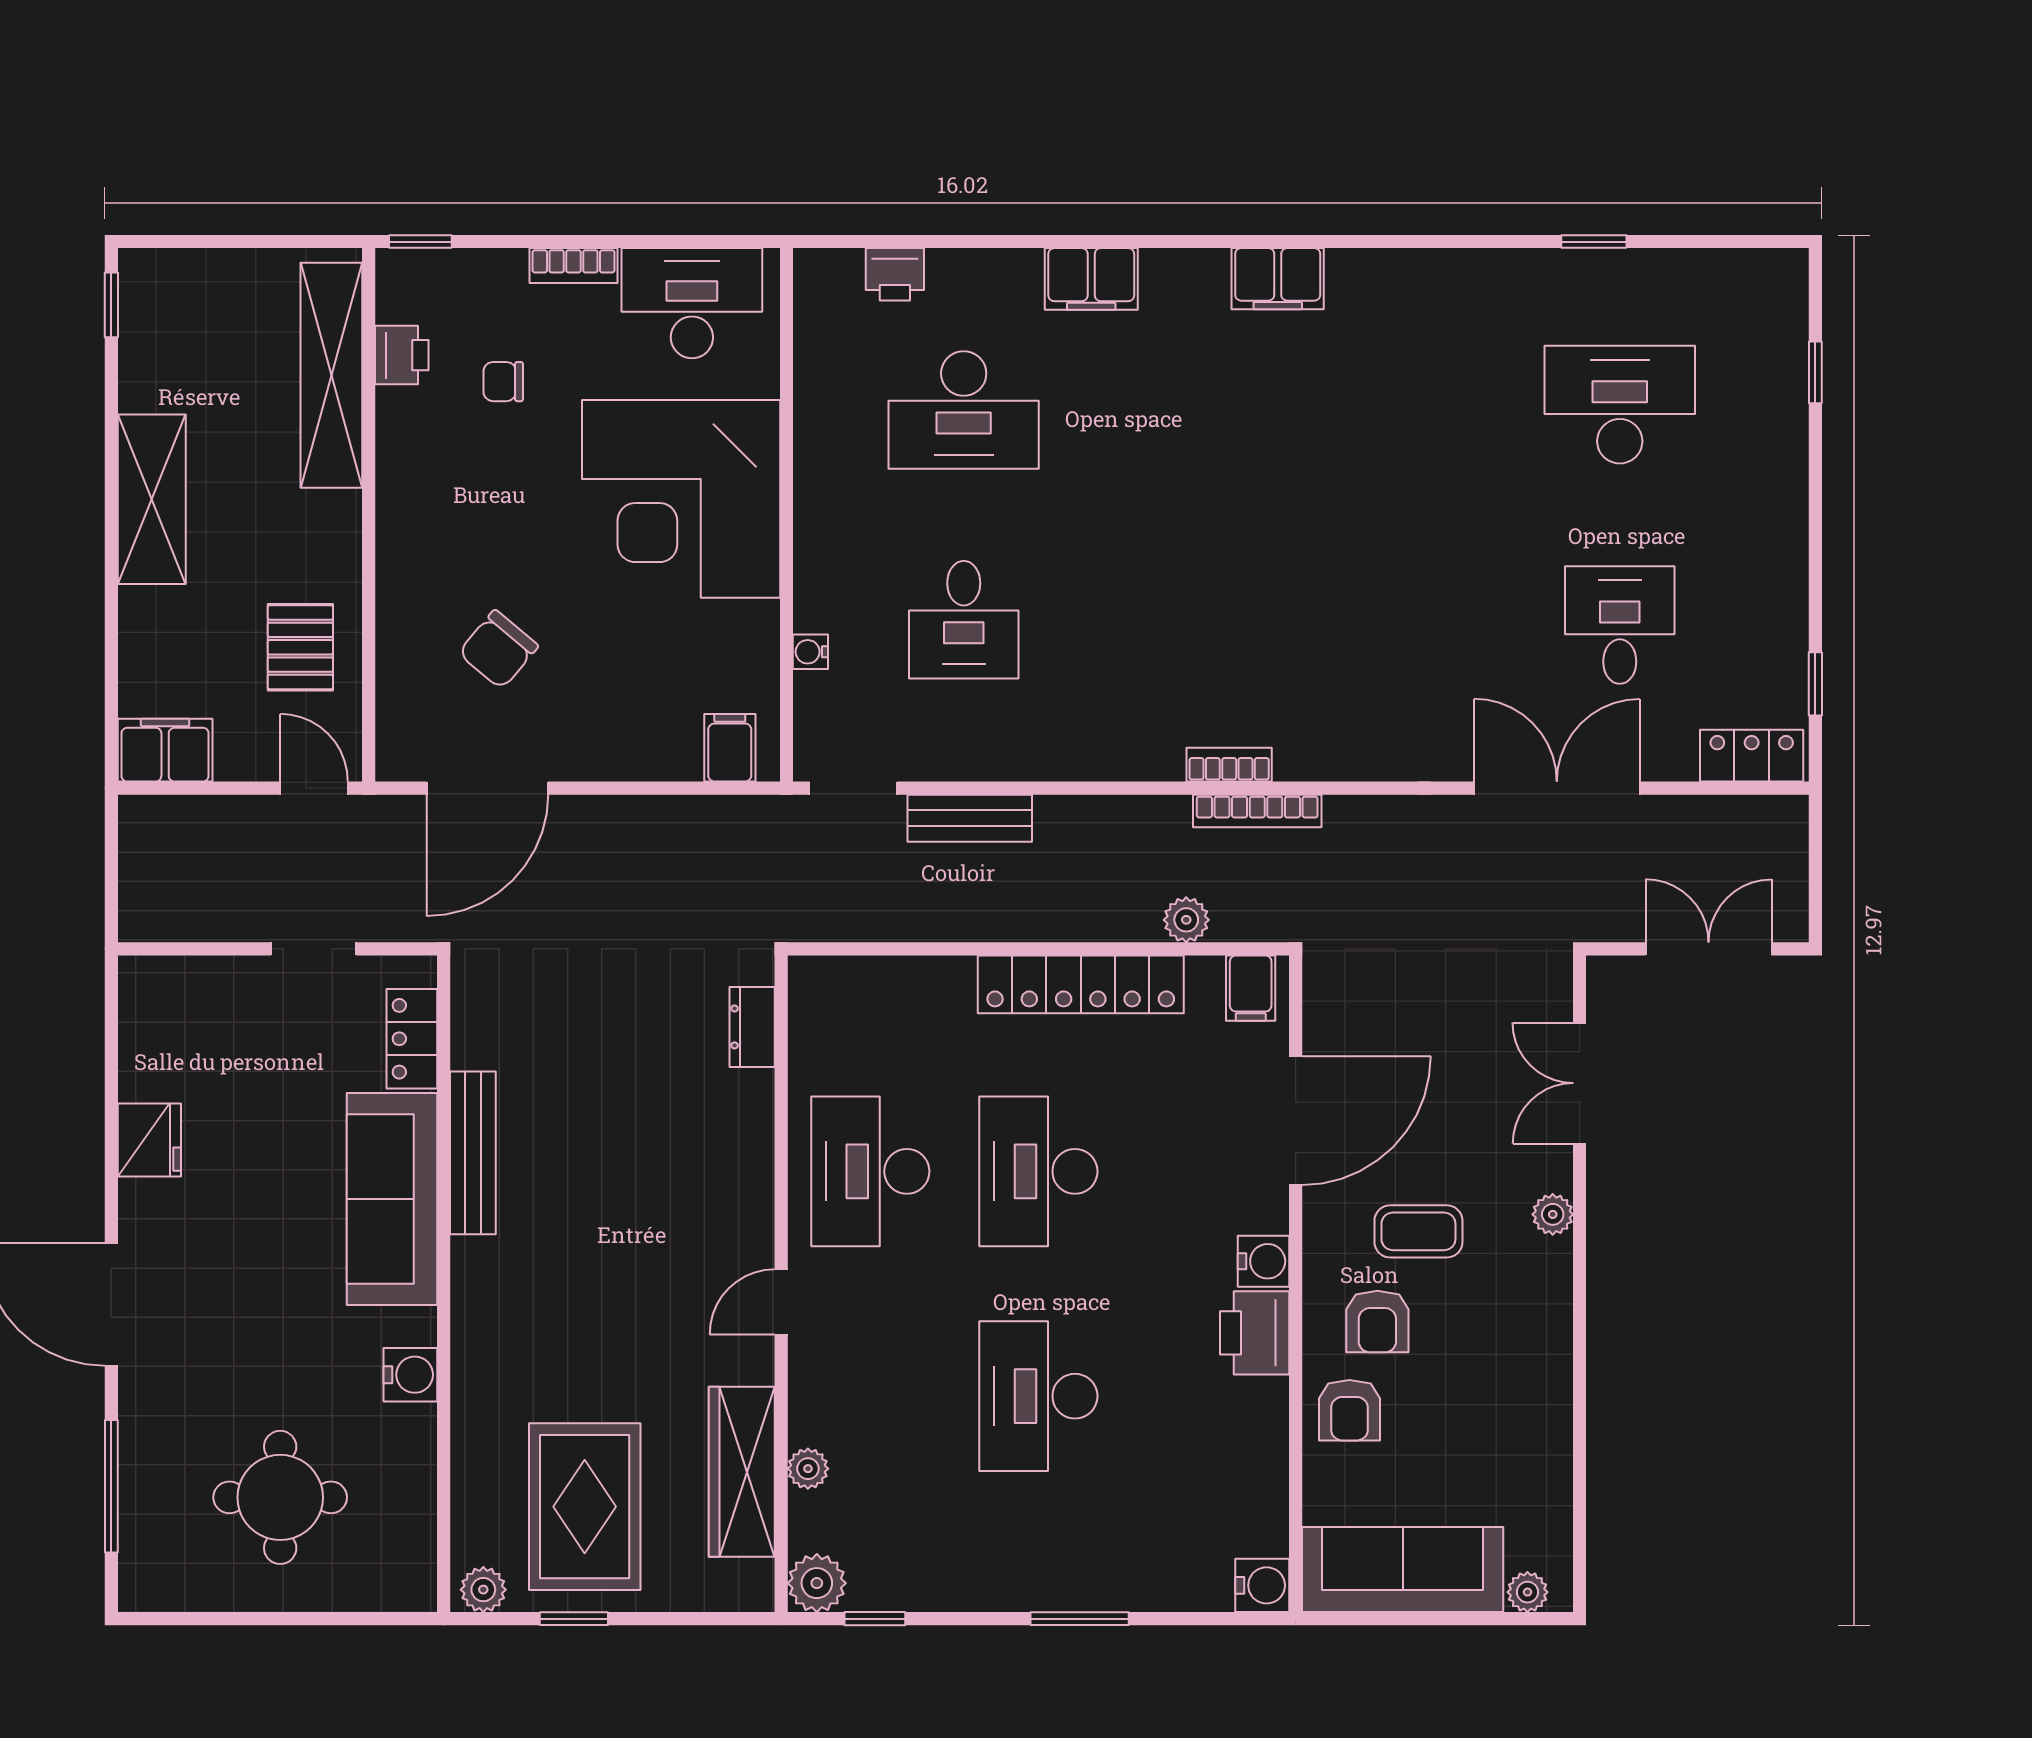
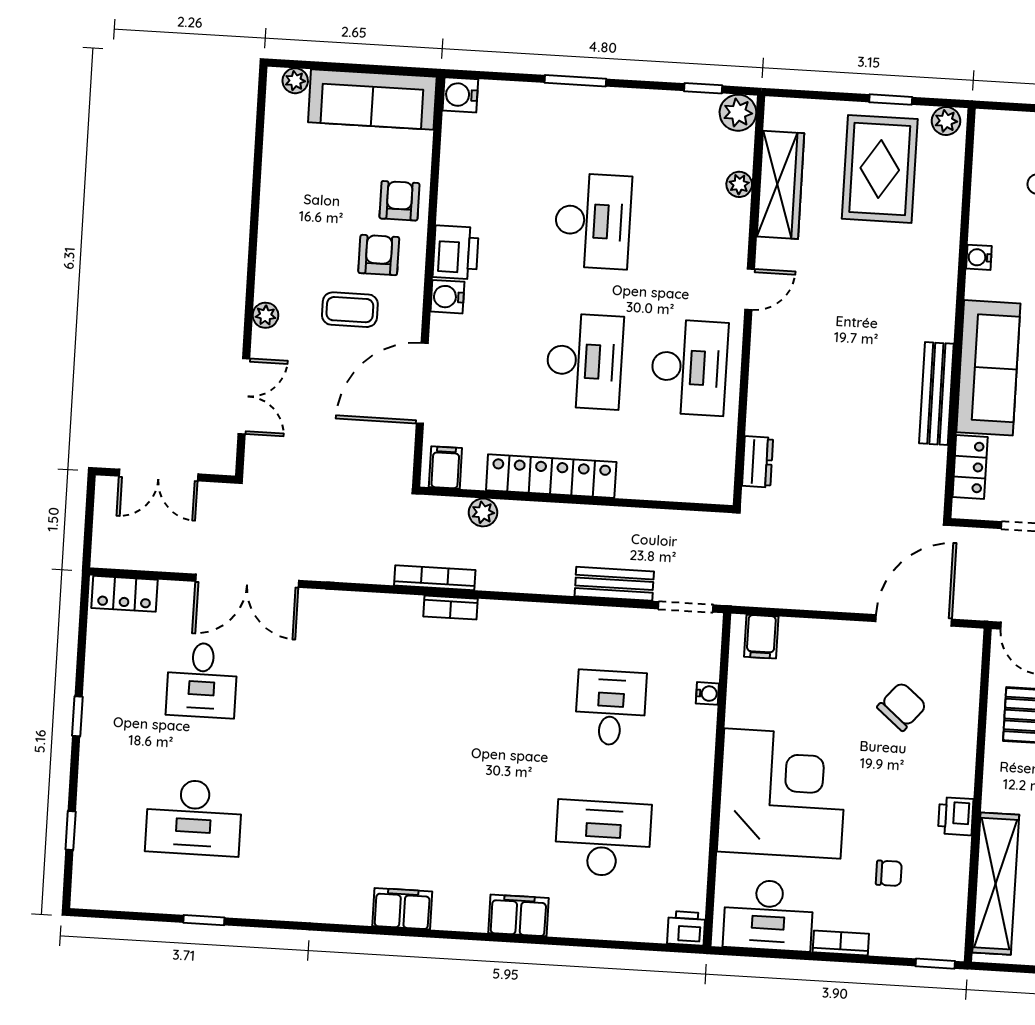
printer: (895, 274) -> (686, 928), moved
printer: (402, 355) -> (956, 816), moved
window: (1815, 684) -> (77, 716), moved
water cooler: (410, 1375) -> (979, 257), width x0.72, depth x0.72

